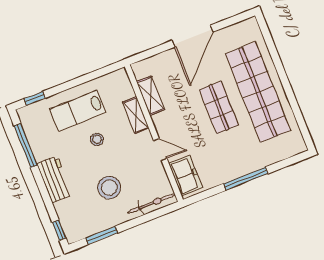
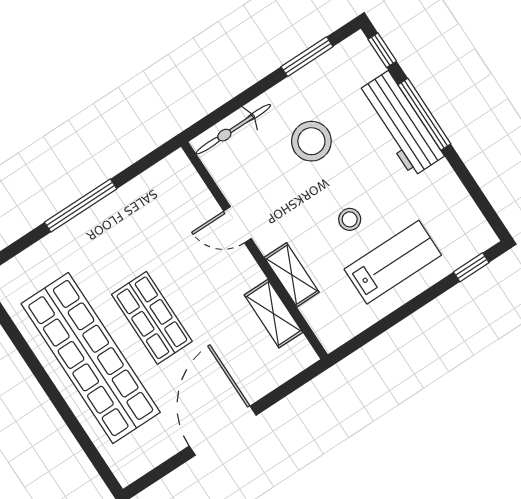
window: (26, 145) -> (424, 114), moved
freezer: (186, 176) -> (185, 189), removed
workbench: (55, 179) -> (400, 124), width x1.38

